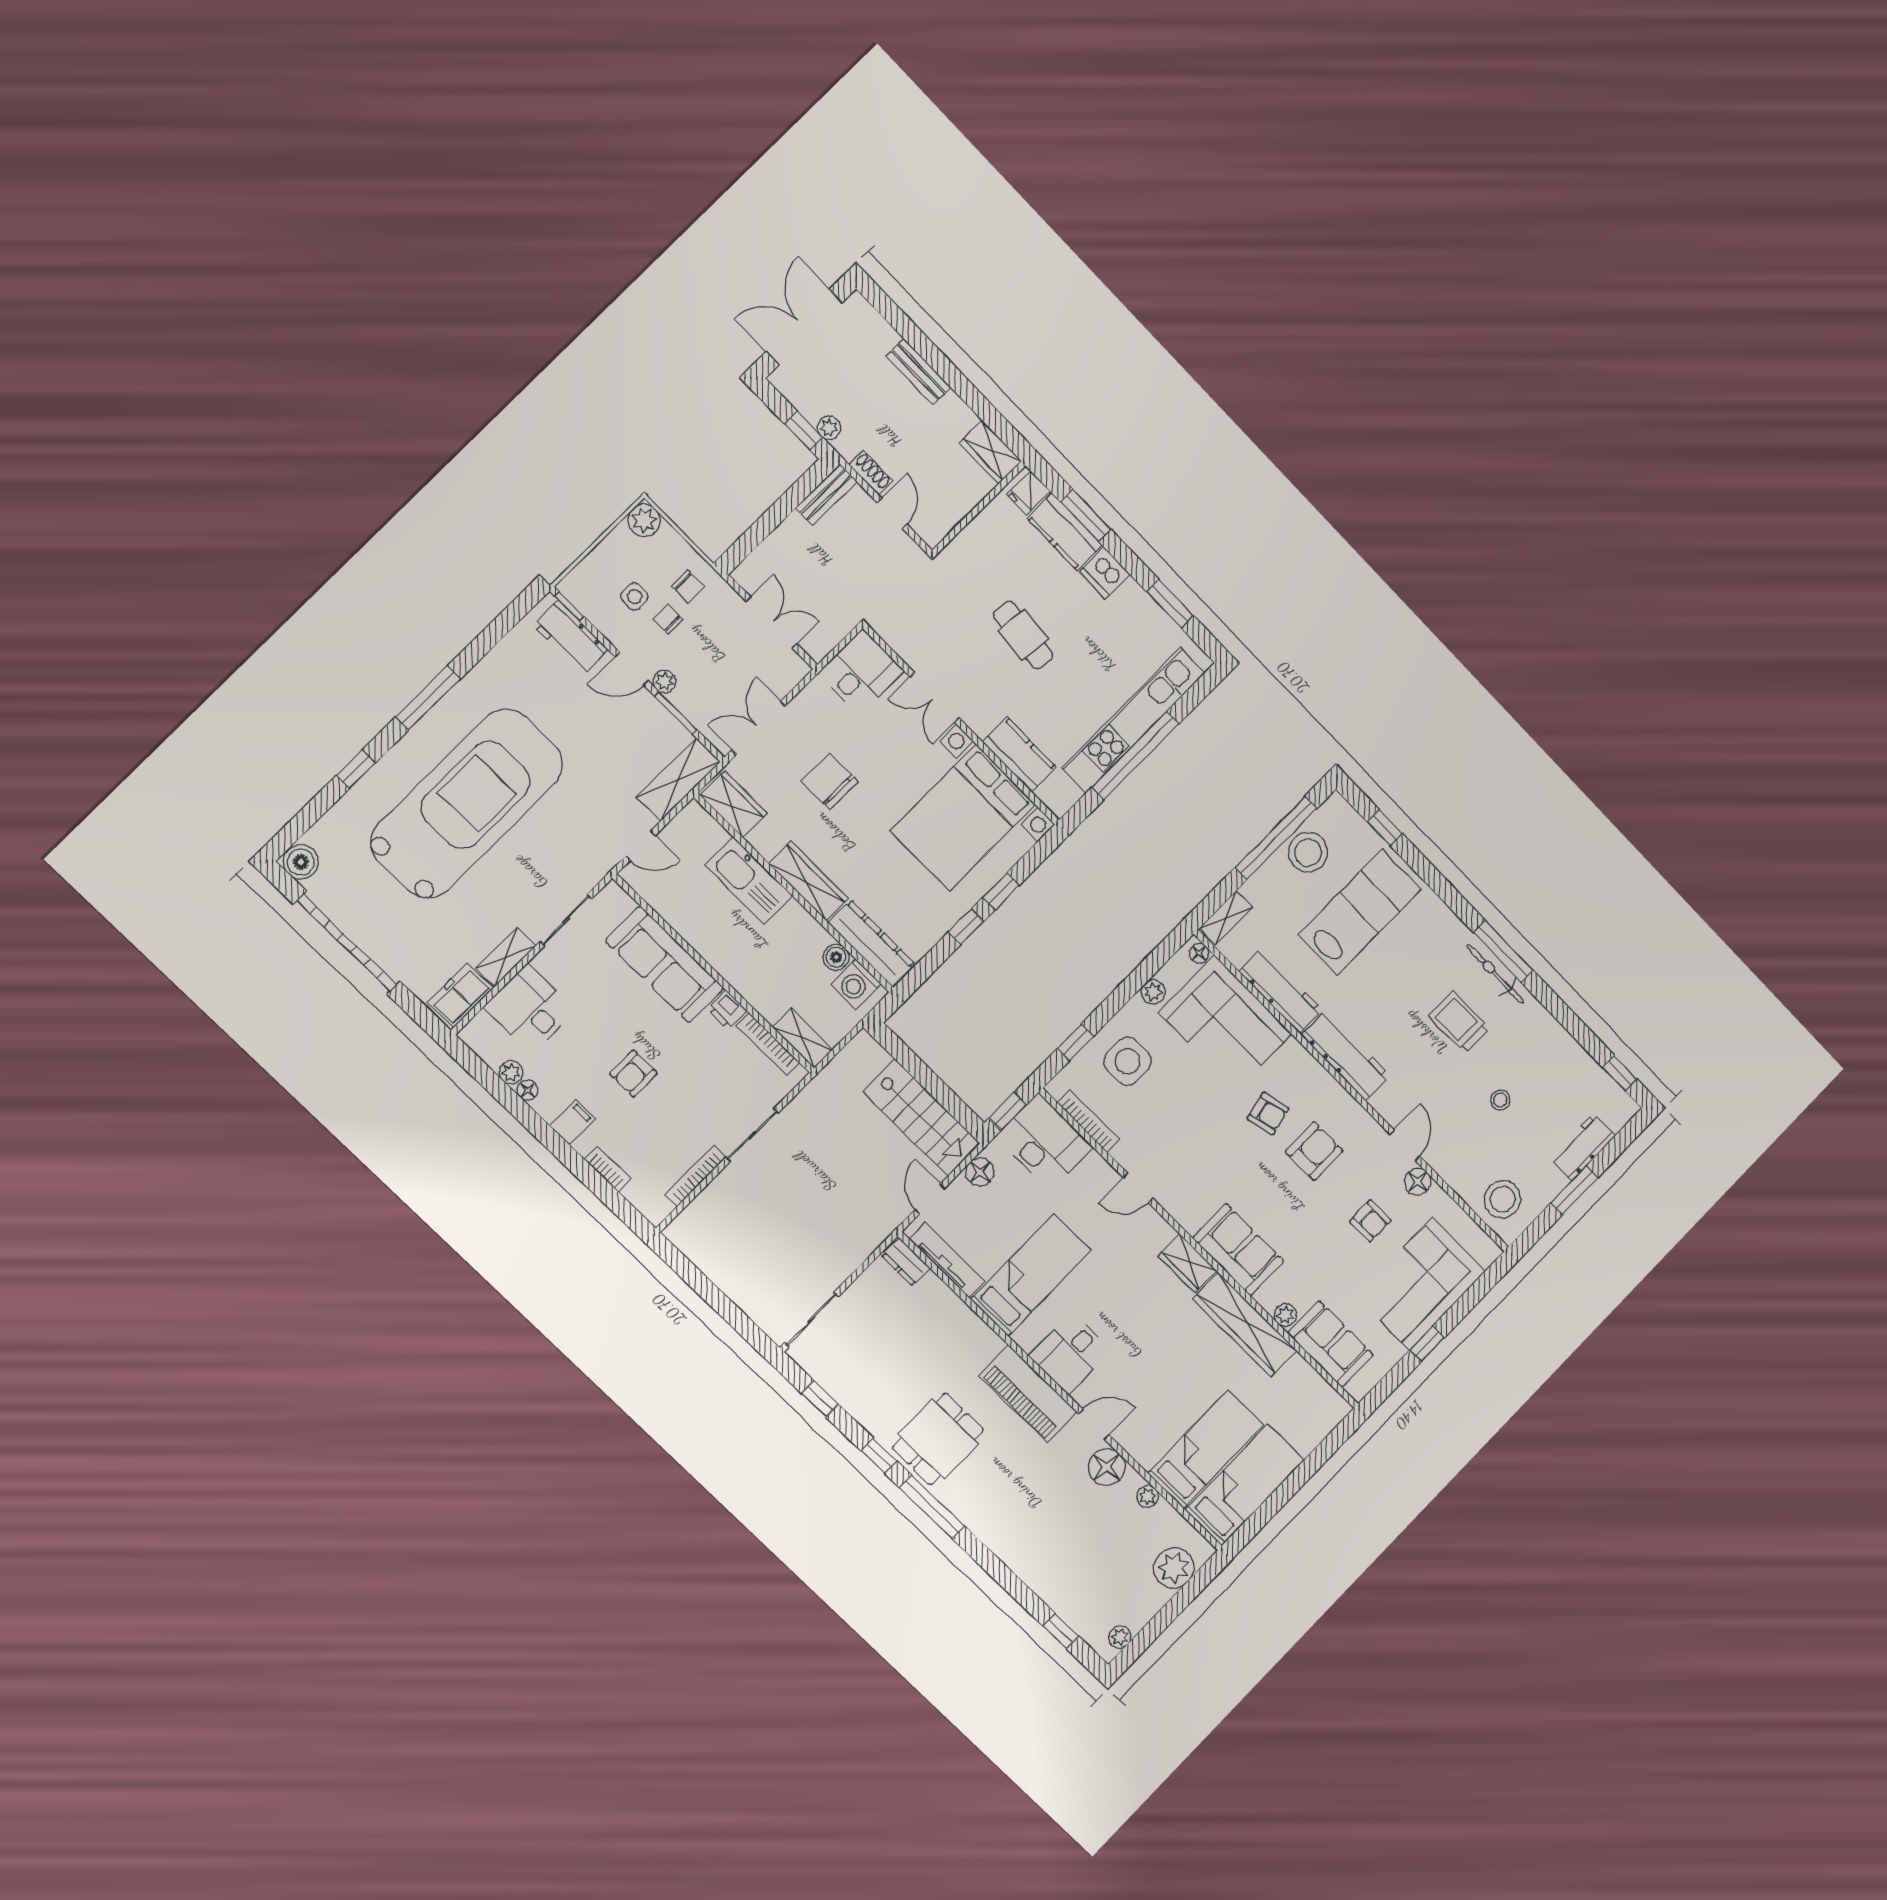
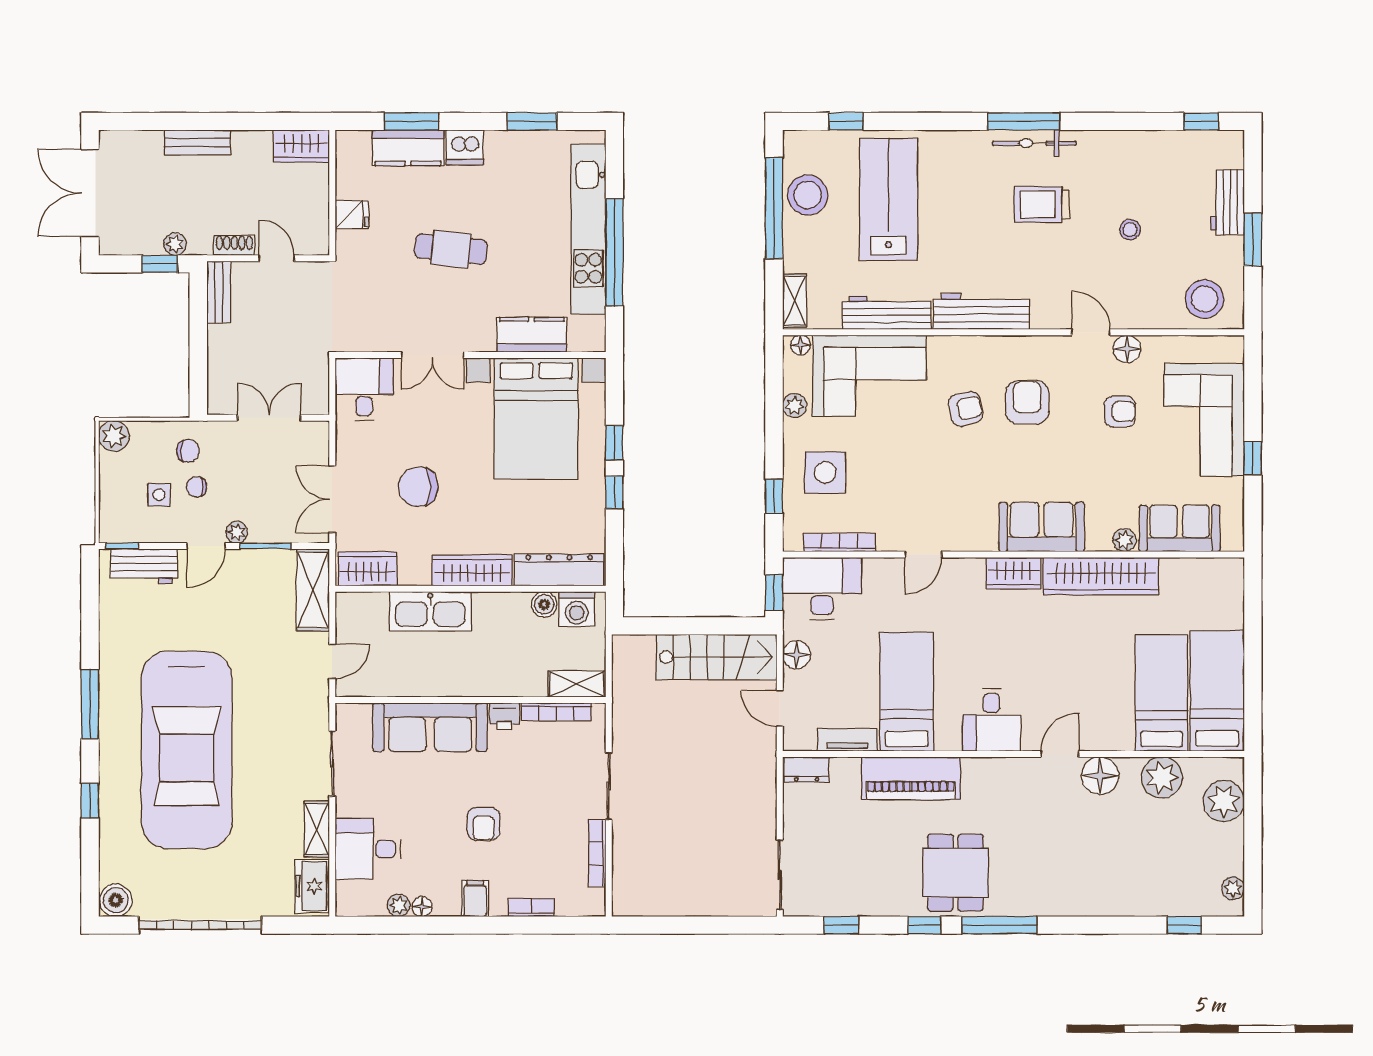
fridge: (1028, 493) -> (352, 215), moved, turned -90
car: (467, 804) -> (187, 750), turned 180
tv unit: (947, 1260) -> (848, 740), width x0.71
piano: (1028, 1394) -> (911, 778), moved
plant: (1148, 1496) -> (1162, 778), width x1.87, depth x1.87

